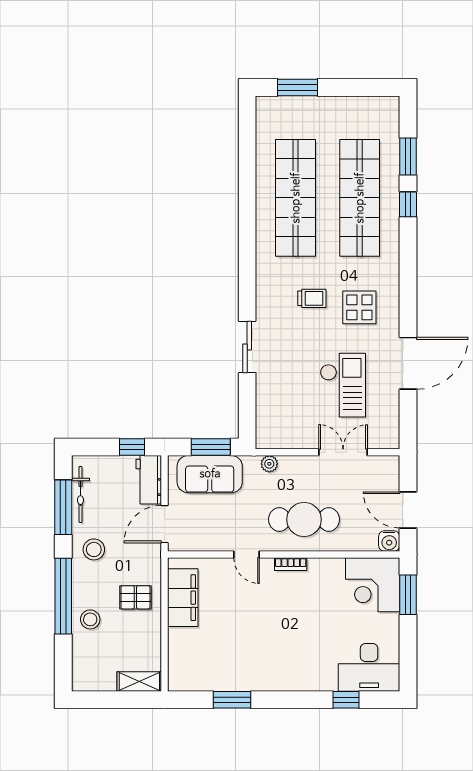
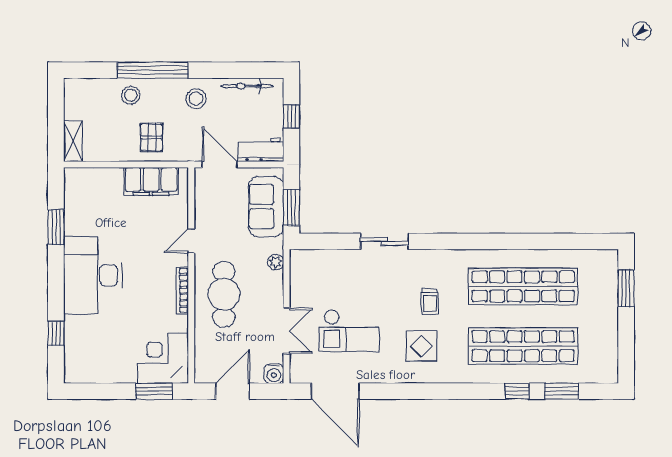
door: (408, 363) -> (335, 391), moved
window: (132, 447) -> (291, 116), moved
window: (63, 507) -> (235, 70), removed
water cooler: (389, 541) -> (274, 374), moved, turned -90
bookcase: (291, 564) -> (182, 290), width x1.56
desk: (369, 667) -> (93, 275), moved, width x1.36, depth x1.30

